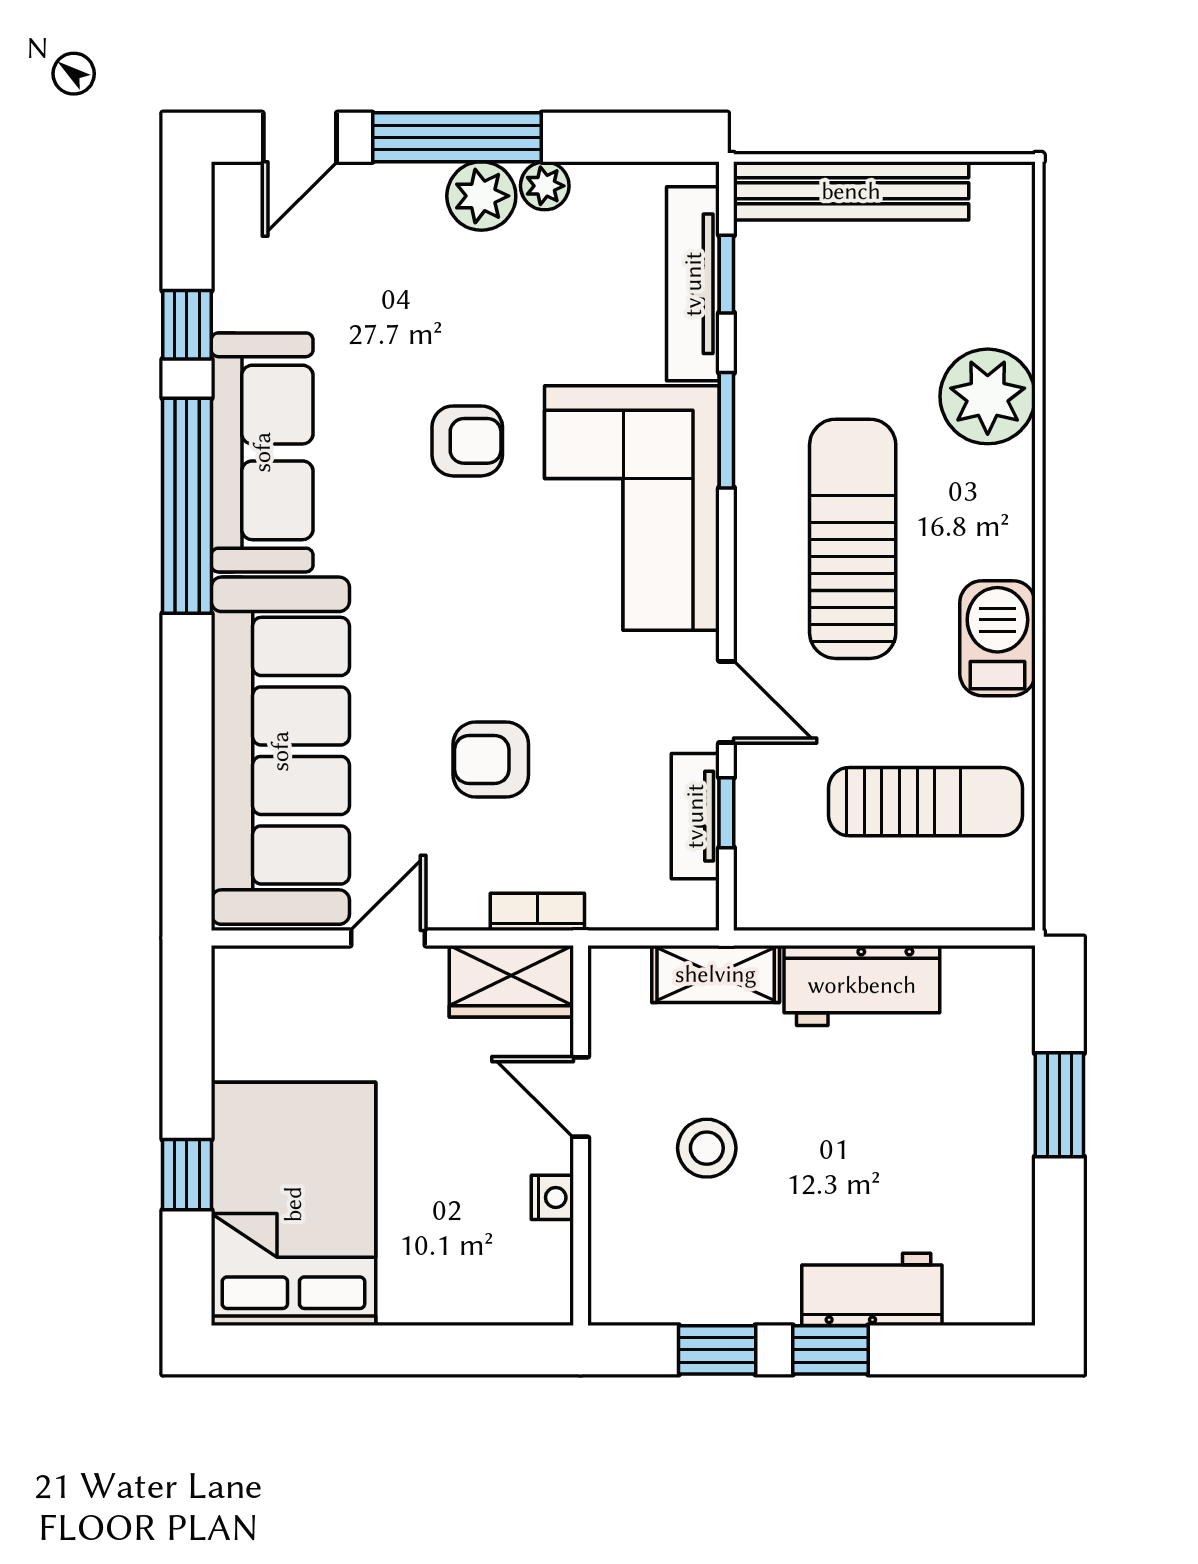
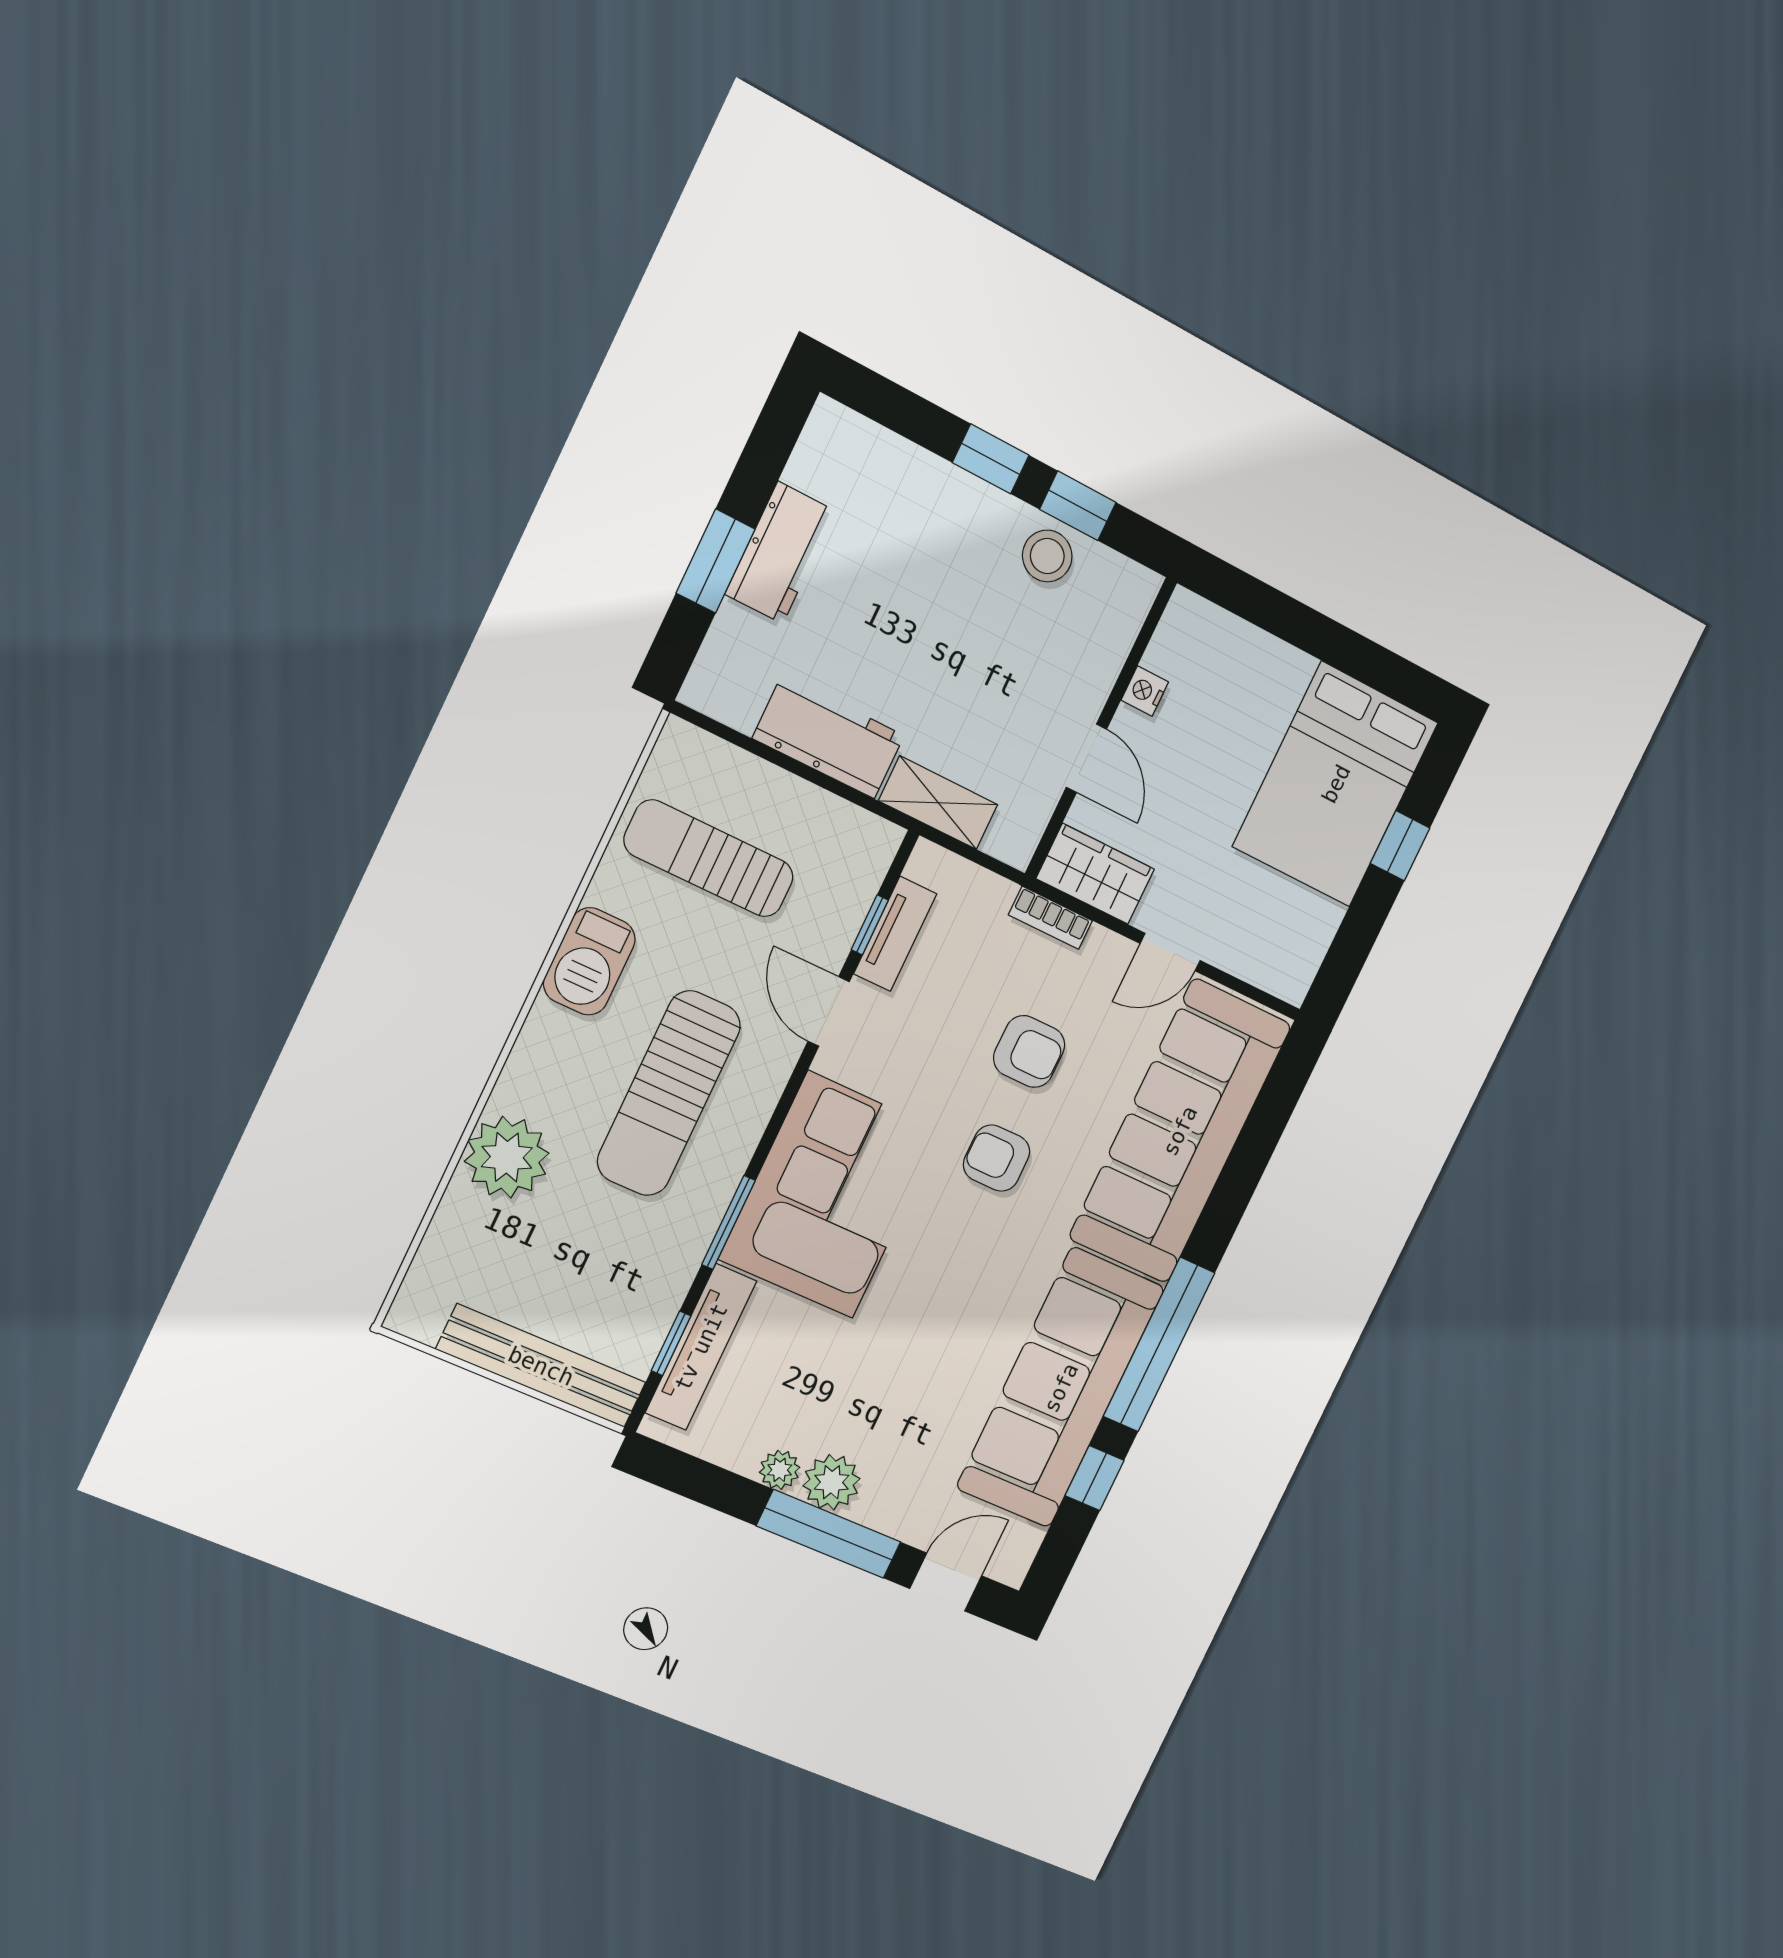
armchair: (467, 441) -> (997, 1158), moved
sofa: (262, 452) -> (1061, 1388), width x1.36, depth x1.27
stool: (707, 1148) -> (1047, 556), moved
workbench: (872, 1289) -> (780, 553), moved, turned -90

